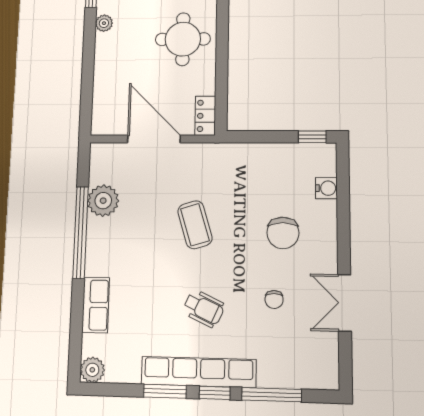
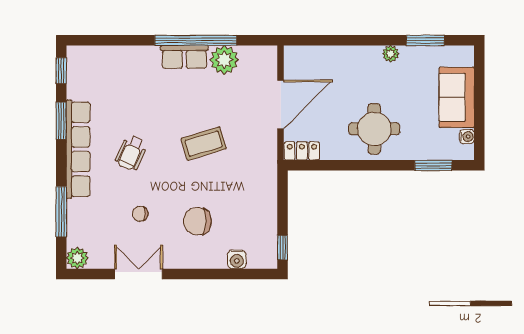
row of seats: (96, 305) -> (184, 57), moved
plant: (92, 370) -> (77, 258), moved
window: (215, 393) -> (61, 71), moved

